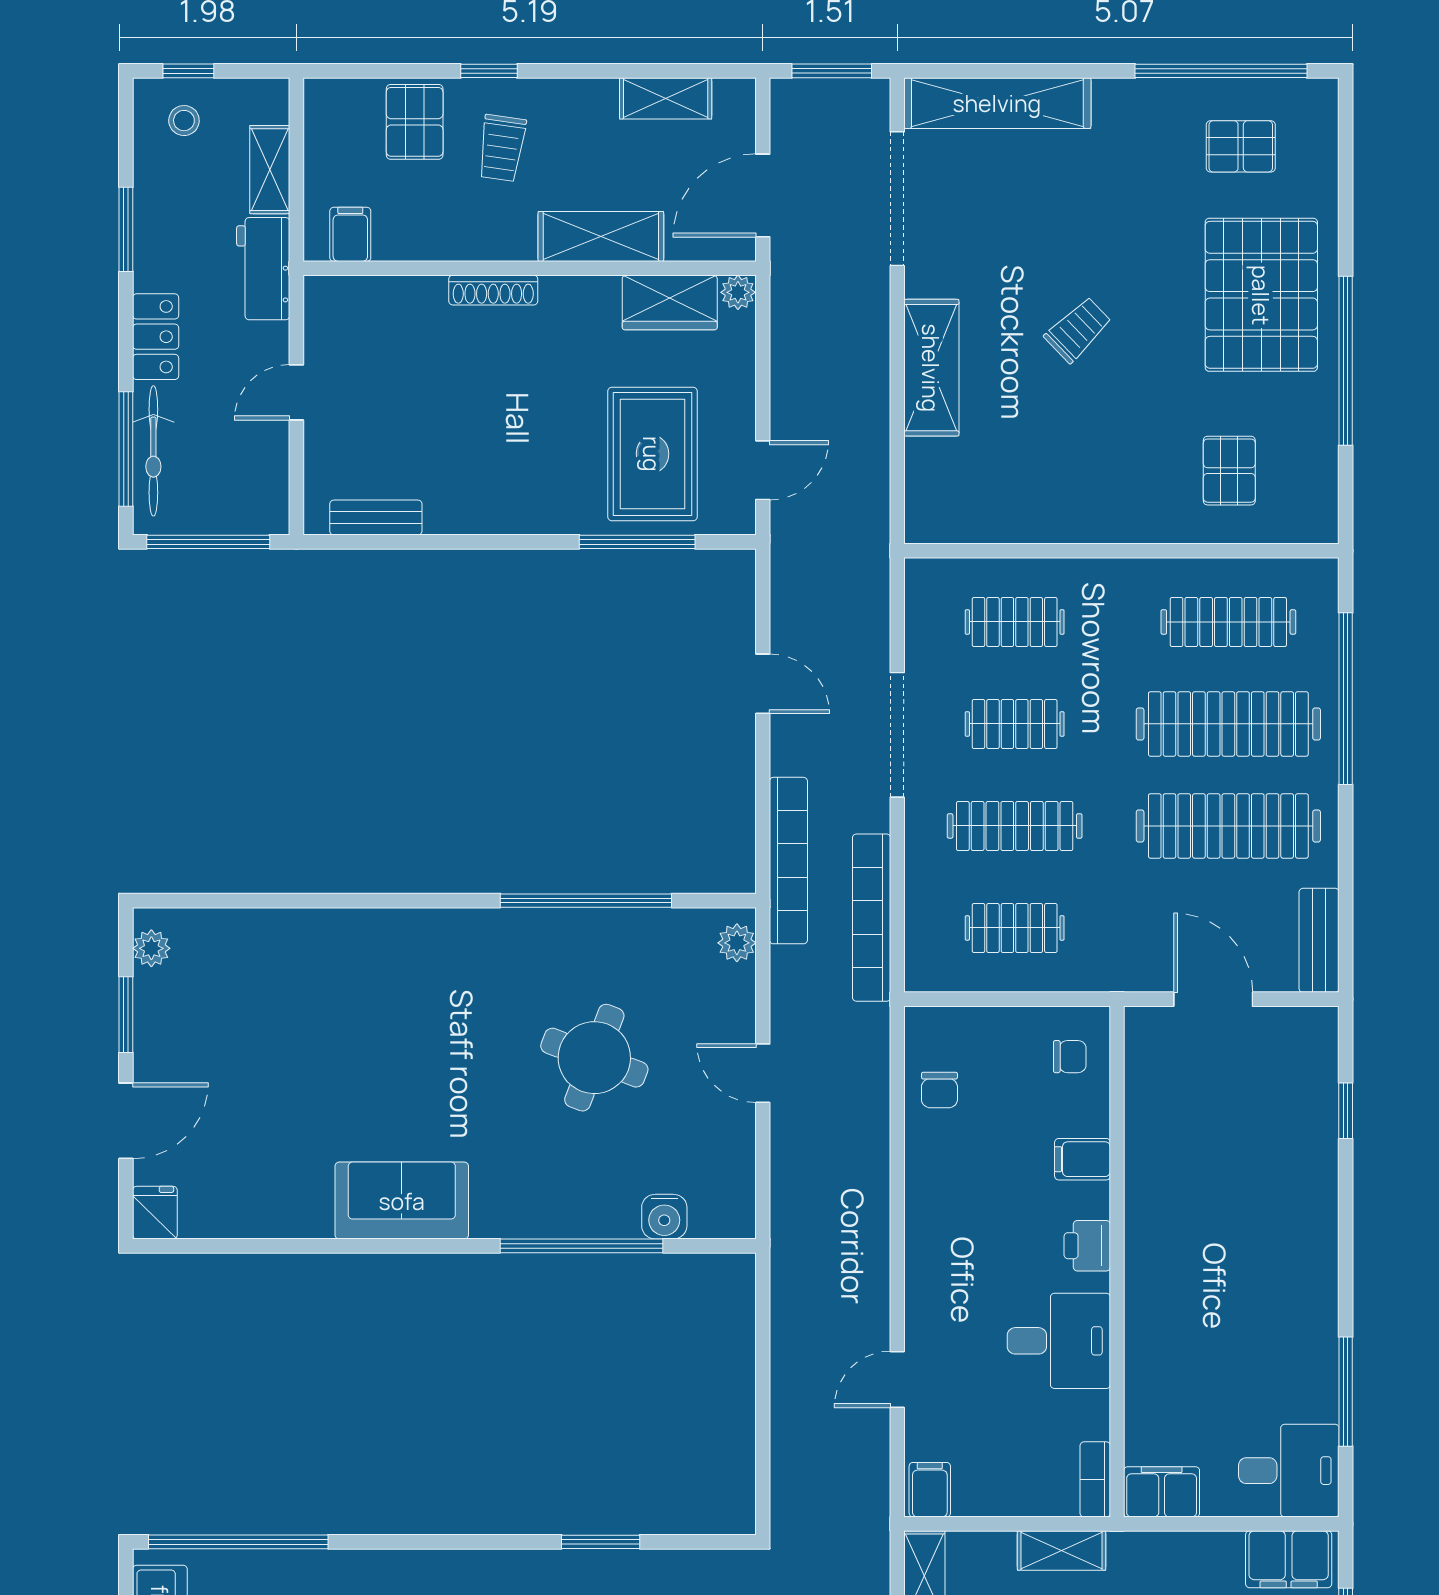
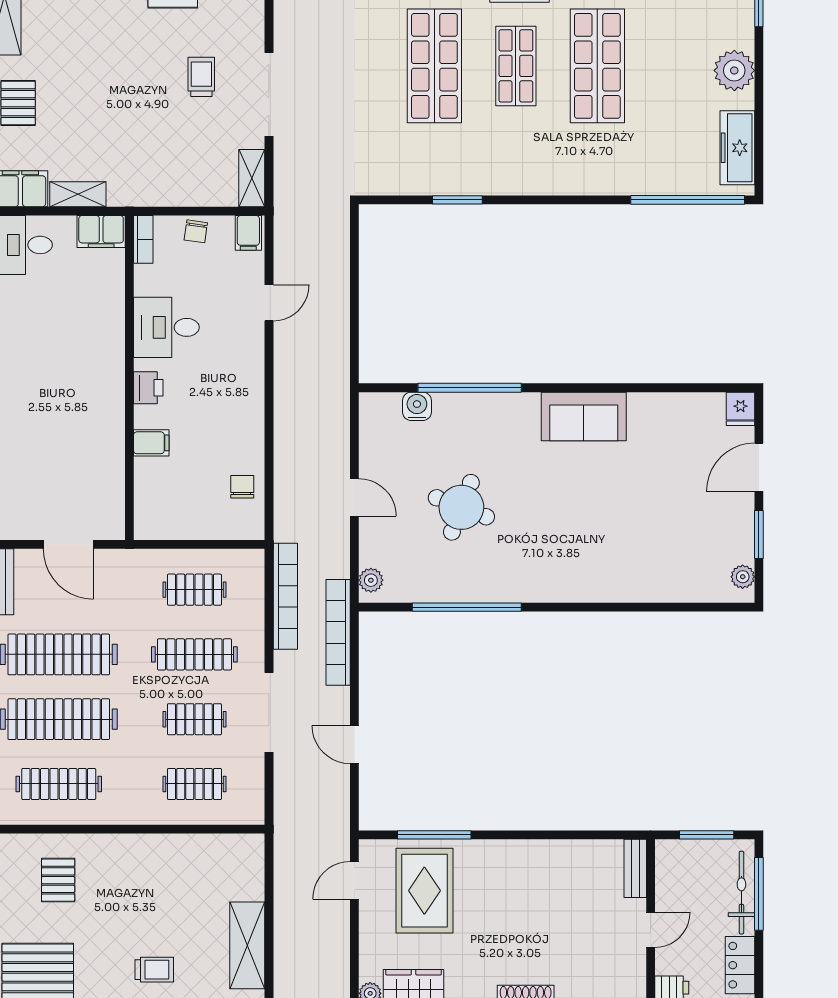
trolley: (1078, 330) -> (154, 970), turned -136
bench: (376, 518) -> (635, 868), moved, turned 90
window: (208, 542) -> (707, 835), width x0.69
chair: (1070, 1057) -> (196, 231), moved, turned -82
shelving: (1062, 1550) -> (78, 194), moved

